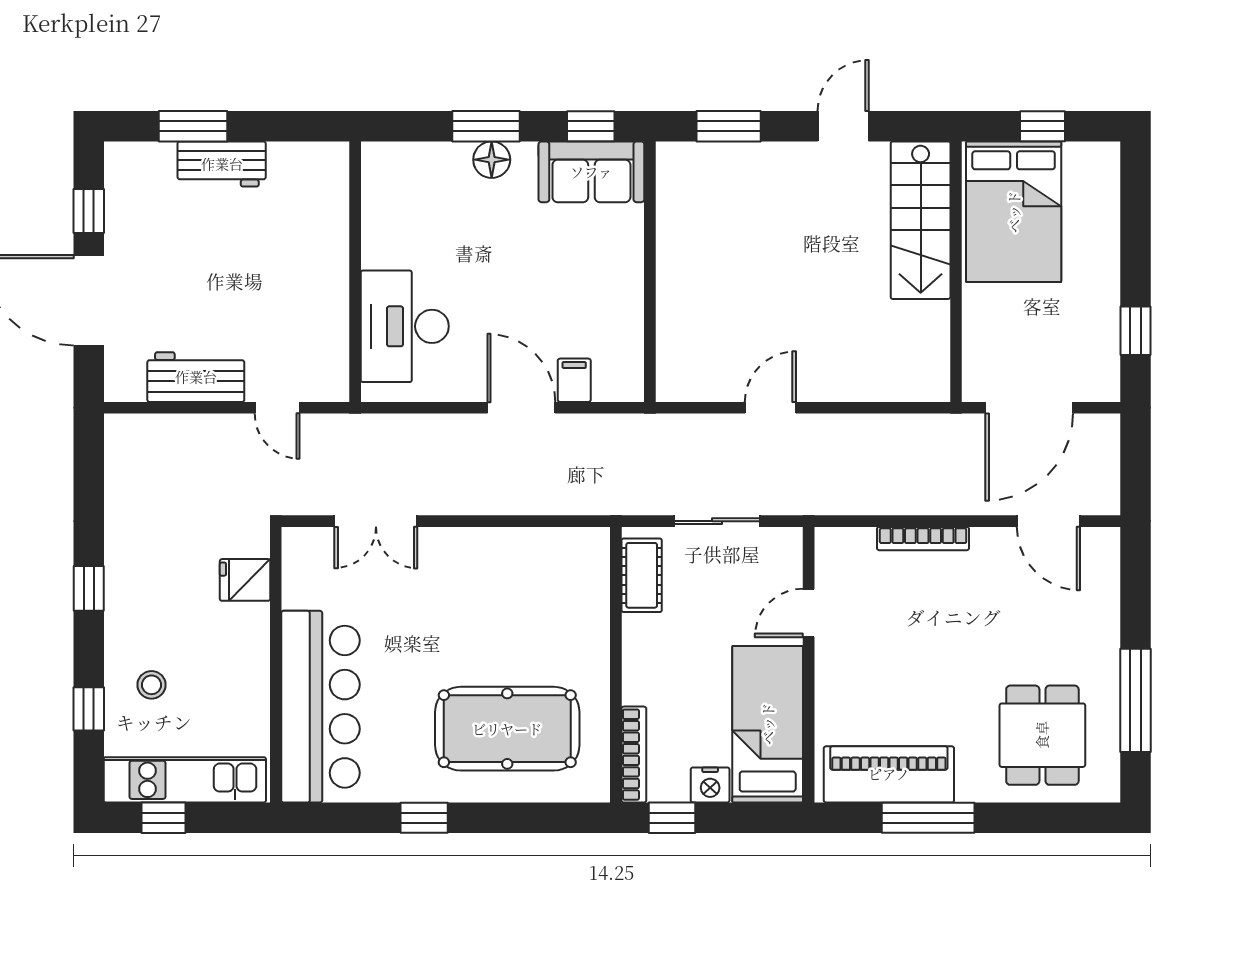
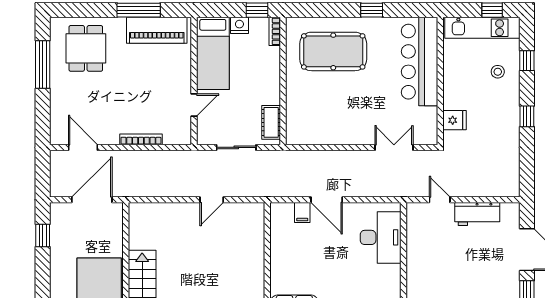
bookcase: (634, 755) -> (275, 31), width x0.64

